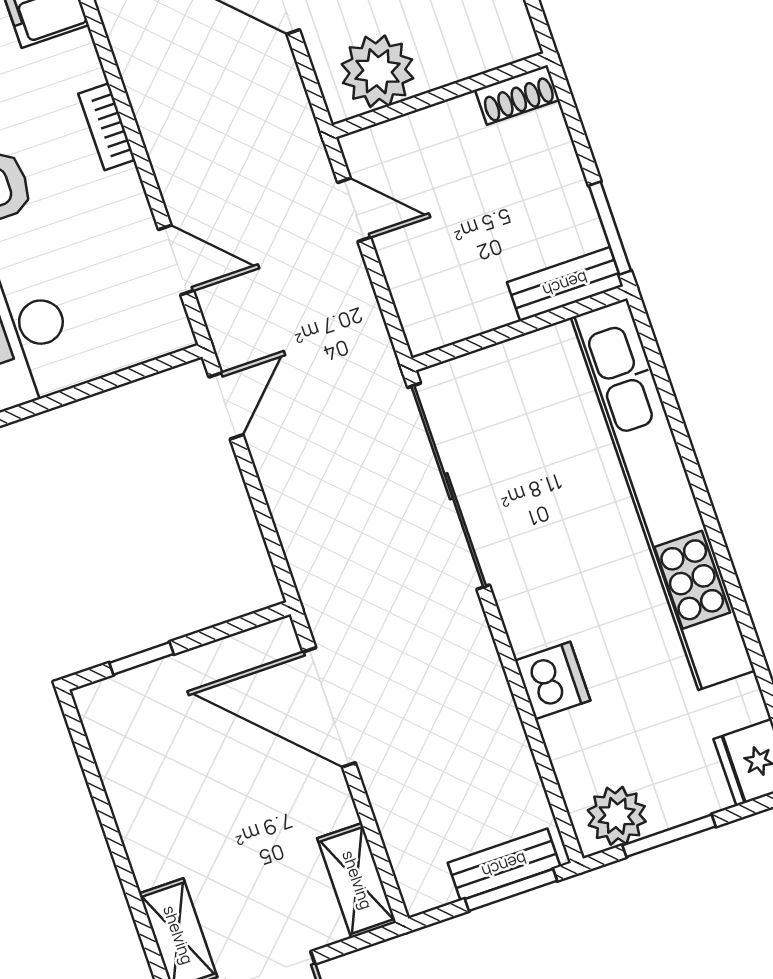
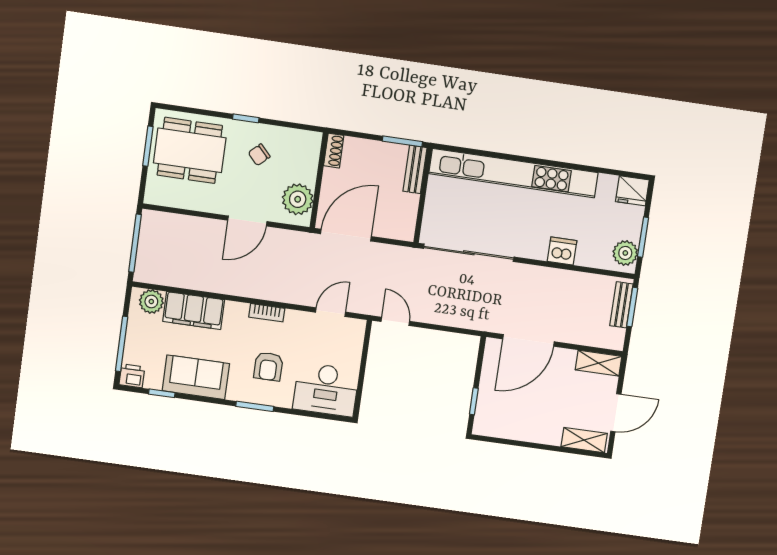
door: (354, 210) -> (346, 235), width x1.88

